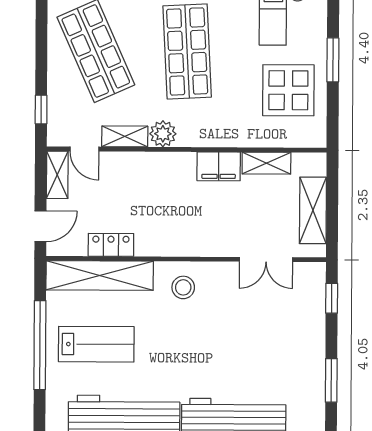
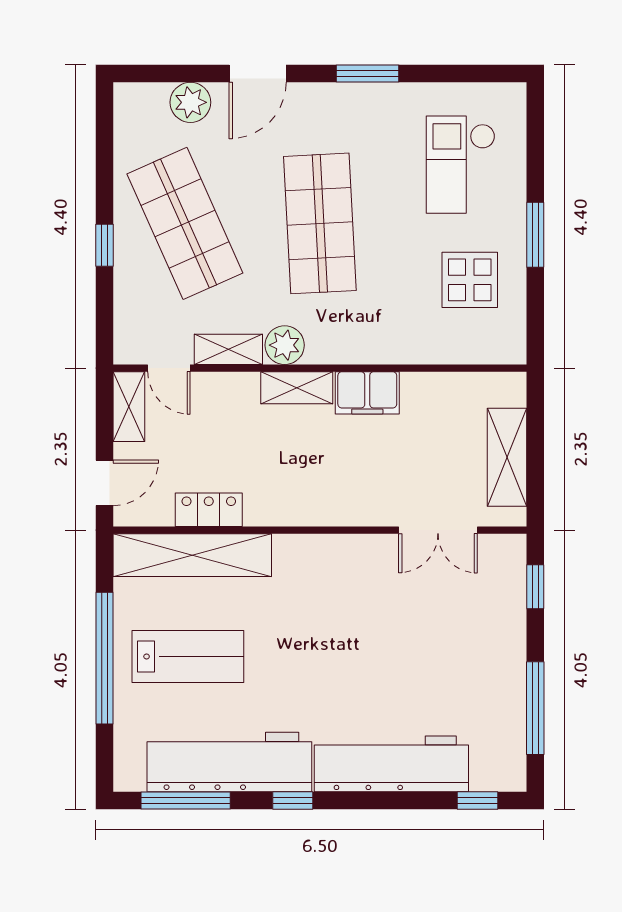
display table: (288, 90) -> (470, 280), width x0.73, depth x0.73
window: (41, 110) -> (105, 245), moved
shelving: (266, 163) -> (297, 388), moved
stool: (183, 287) -> (316, 572), removed
window: (331, 380) -> (535, 708), width x1.44

